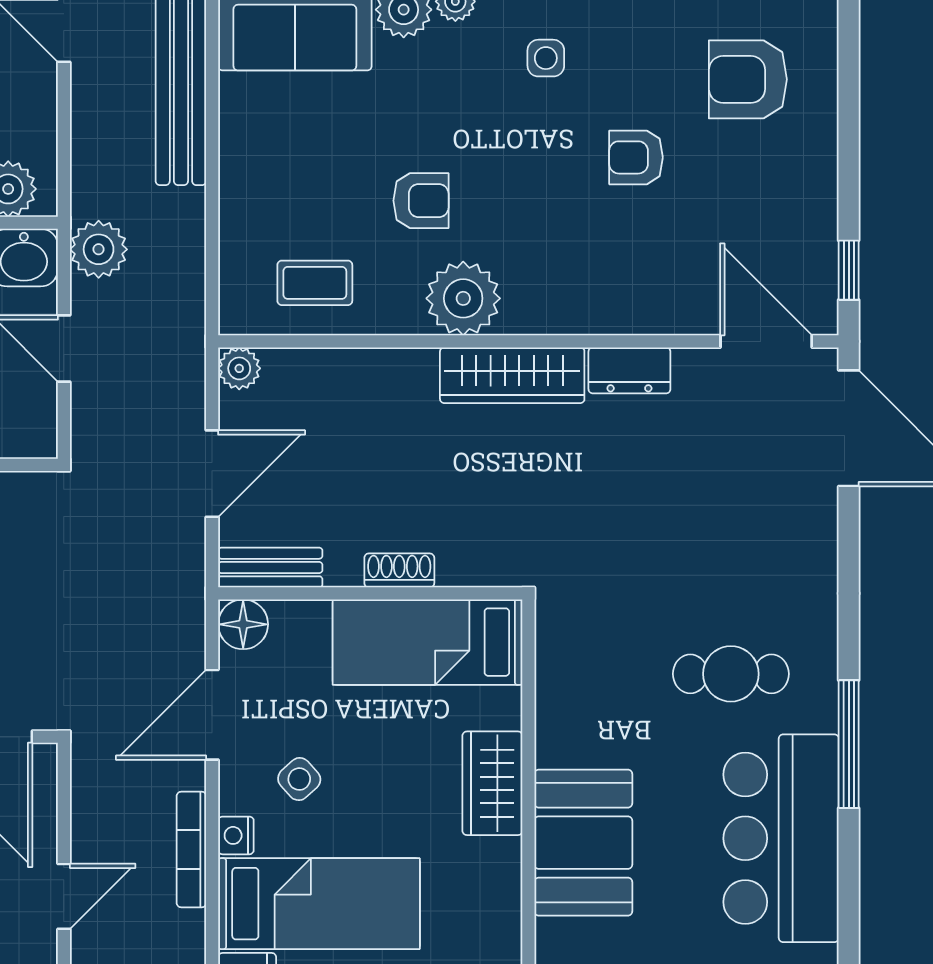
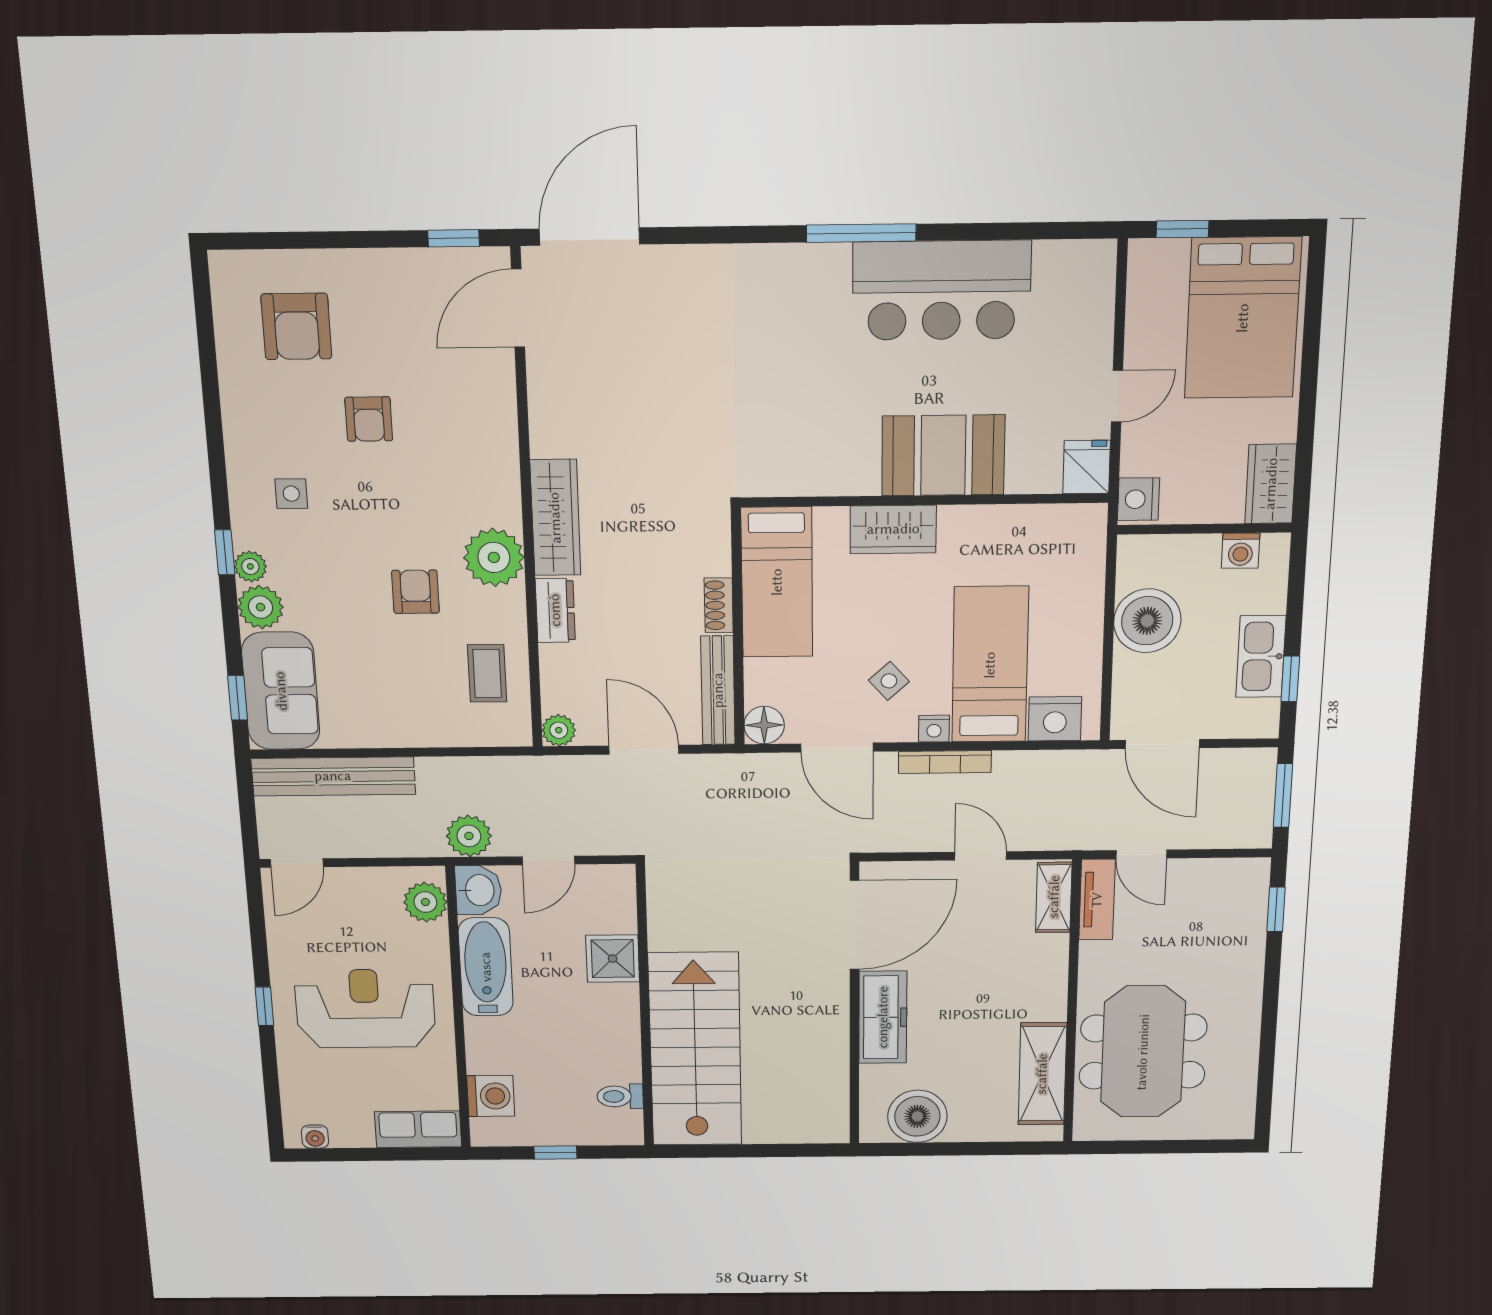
dresser: (629, 370) -> (555, 610), moved
bench: (270, 568) -> (718, 690), width x1.36
cafe table: (731, 674) -> (801, 335), removed

